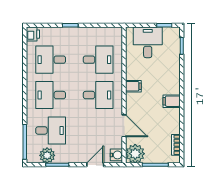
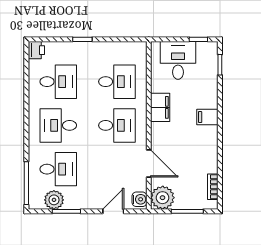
desk: (51, 60) -> (58, 82), turned 180
filing cabinet: (133, 86) -> (160, 107), width x2.00
filing cabinet: (172, 101) -> (207, 117), moved

